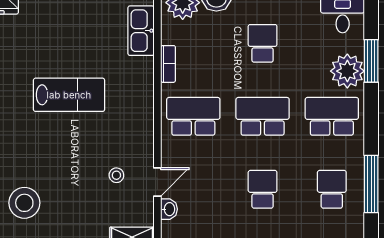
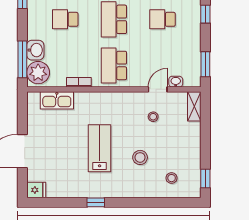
stool: (55, 156) -> (140, 157), added
door: (157, 182) -> (158, 89), hinge flipped
stool: (24, 203) -> (172, 178), width x0.53, depth x0.53

